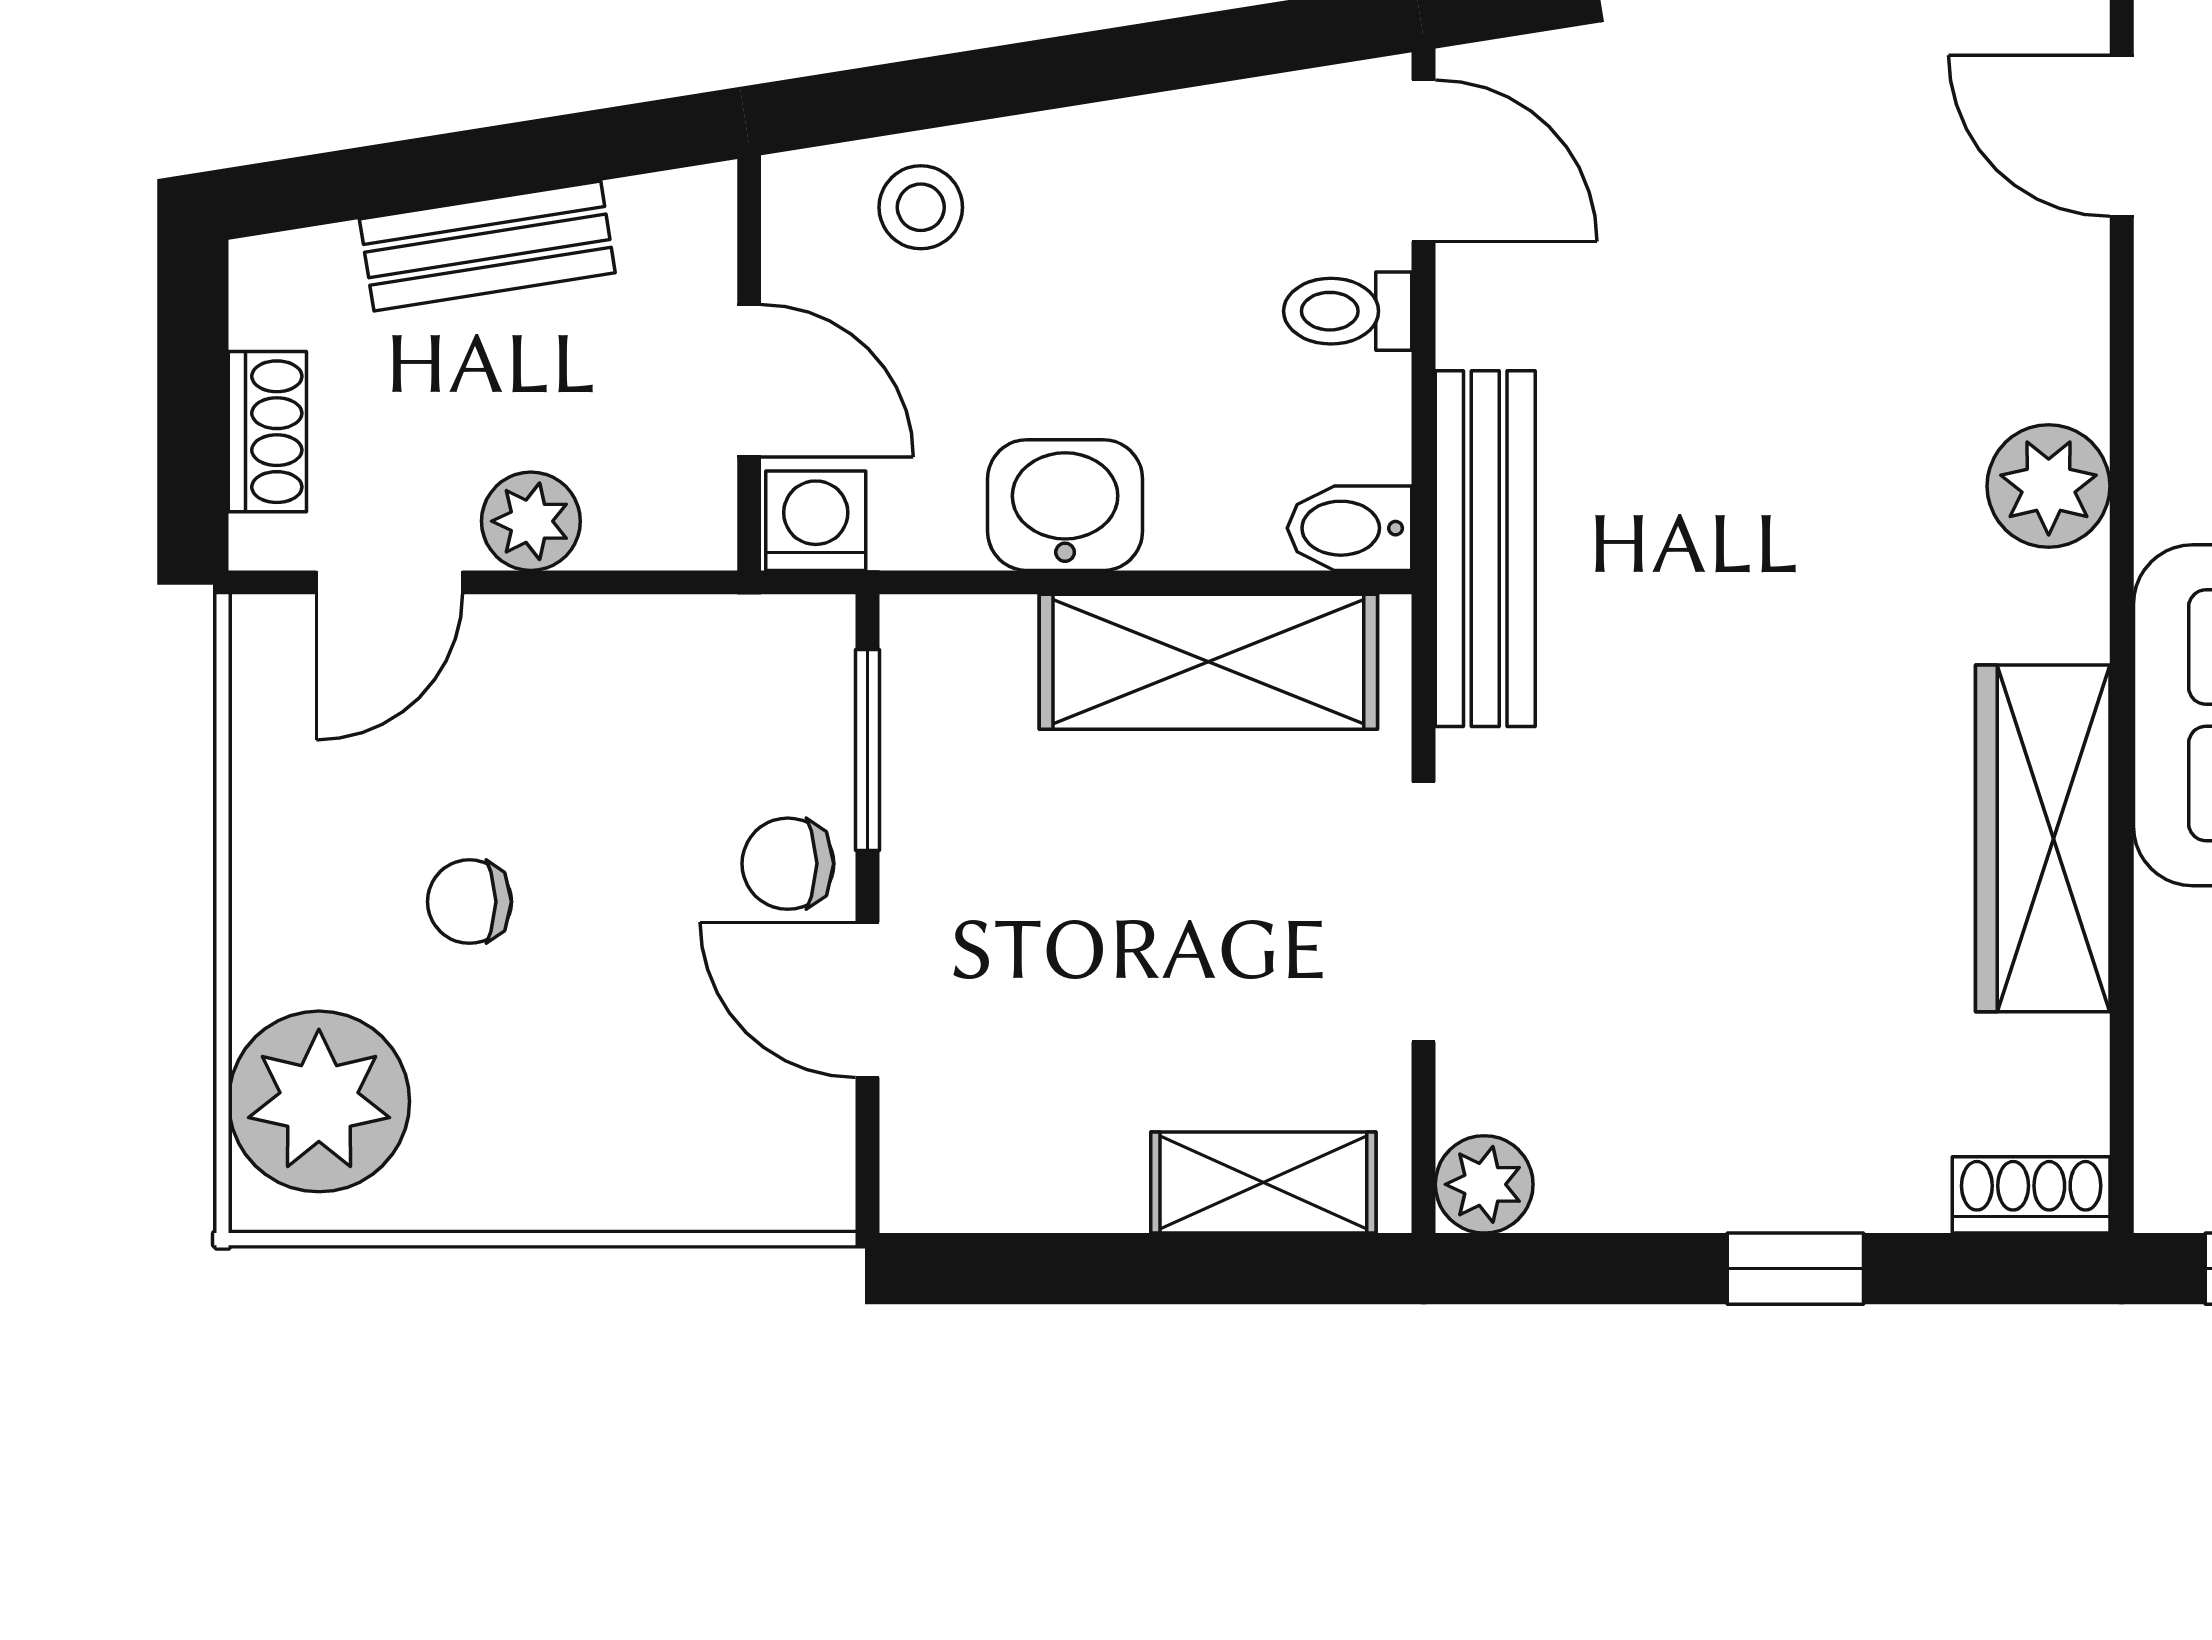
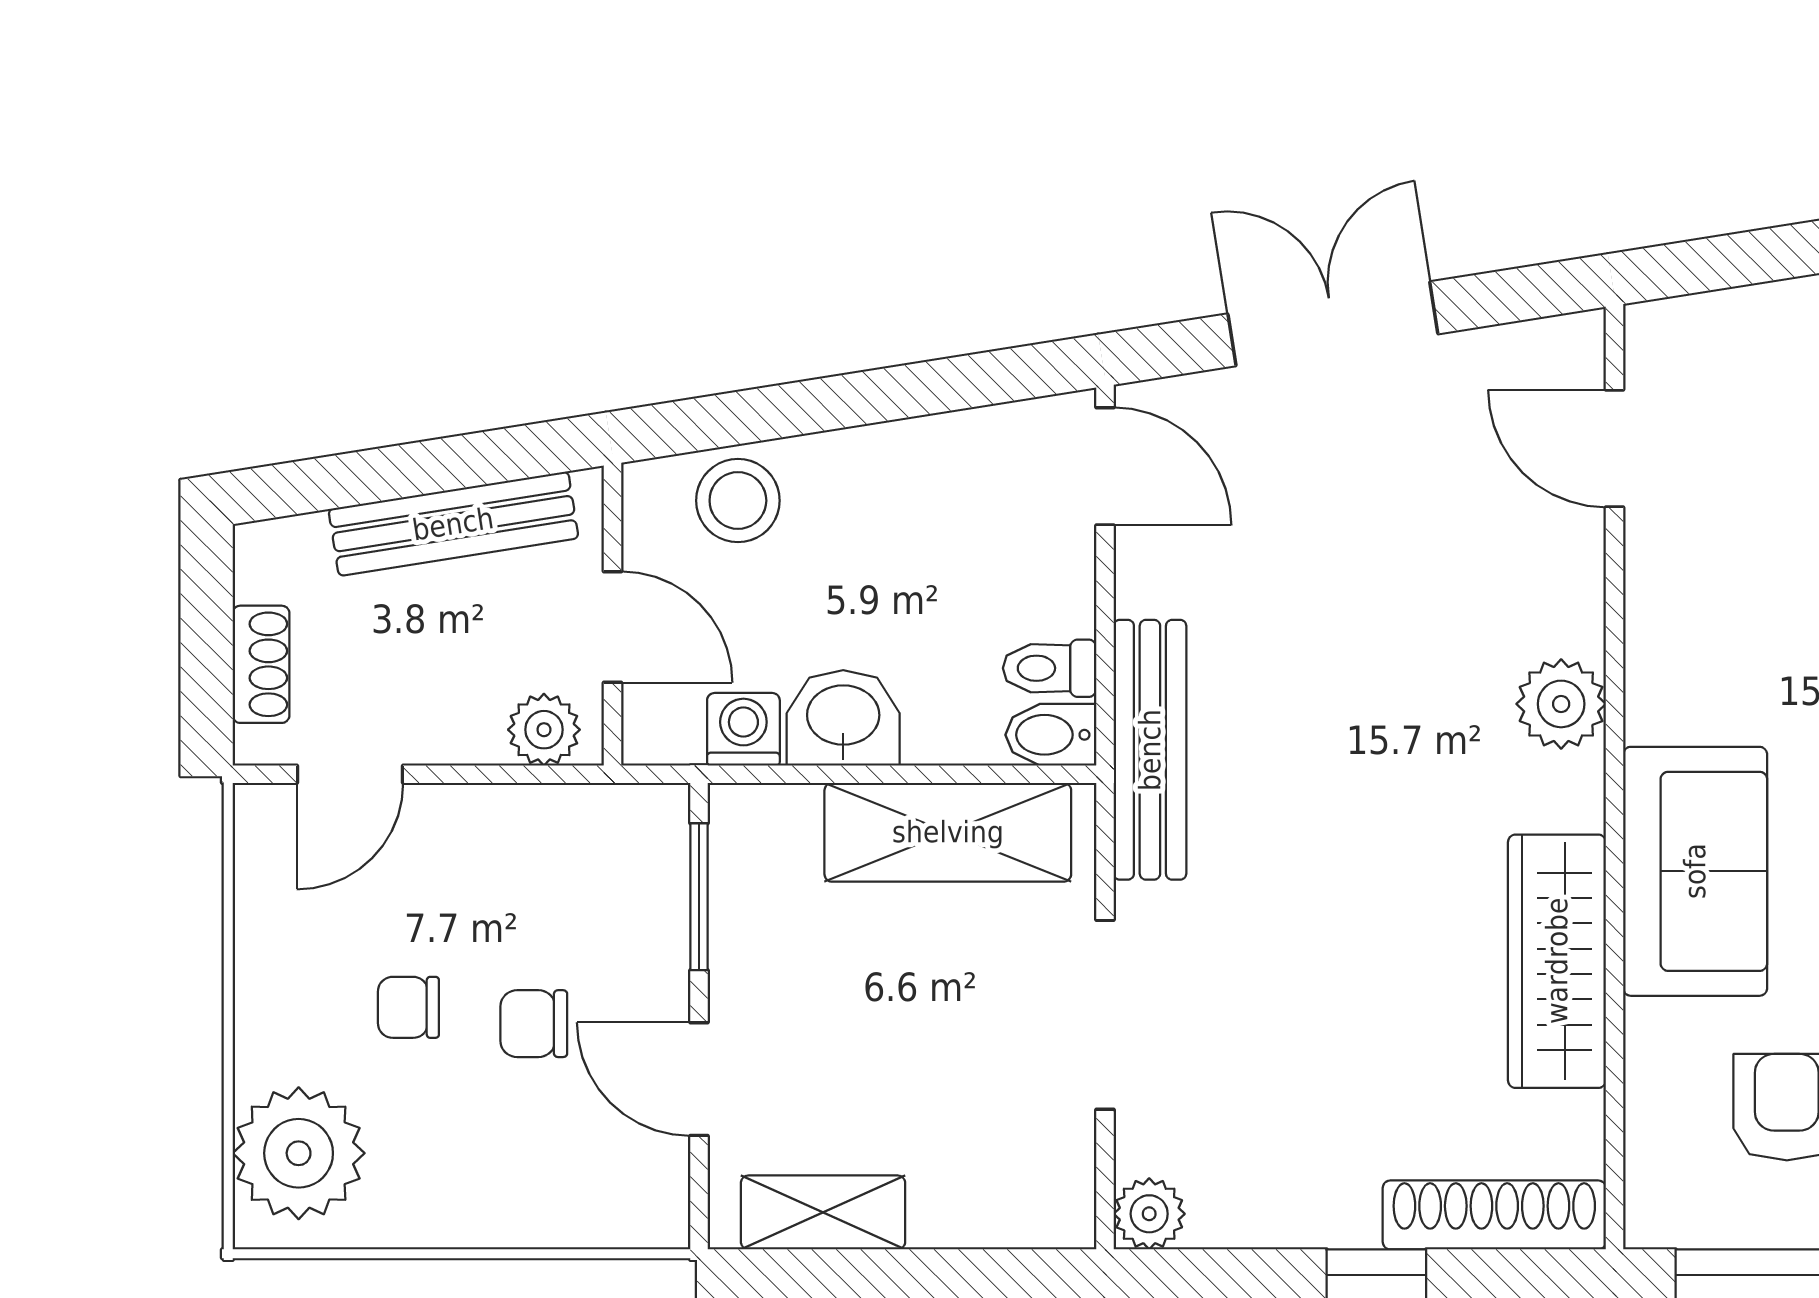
stool: (921, 207) -> (738, 501), width x1.37, depth x1.37
bench: (487, 246) -> (453, 524), width x1.36
toilet: (1348, 311) -> (1050, 668), moved
plant: (531, 521) -> (544, 730), moved
washing machine: (816, 521) -> (743, 729), moved
chair: (788, 864) -> (534, 1024), moved
shelving: (1263, 1183) -> (823, 1212), moved
shoe rack: (2031, 1195) -> (1494, 1215), width x1.94, depth x1.24

